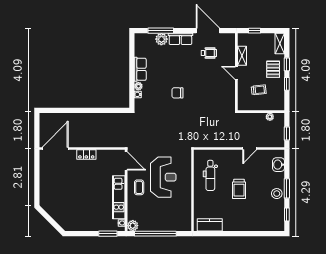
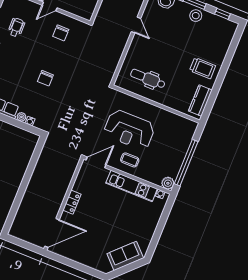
chair: (219, 91) -> (61, 33), added
door: (55, 148) -> (52, 233), swing flipped
dental chair: (210, 175) -> (148, 79), turned 180
reception desk: (163, 177) -> (129, 130), turned 180
trolley: (239, 189) -> (203, 68), moved
sofa: (60, 215) -> (125, 256), added
window: (108, 234) -> (166, 213), removed

